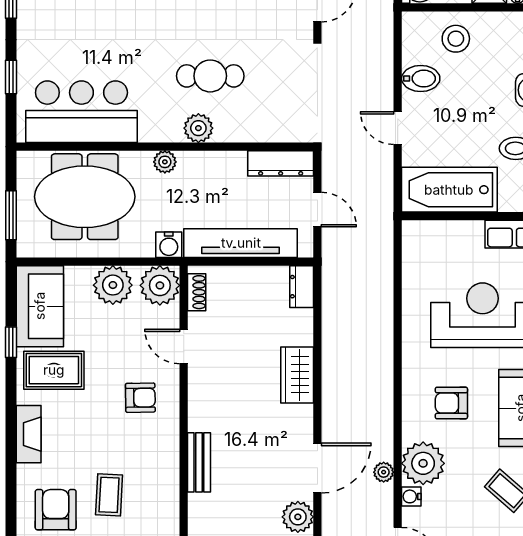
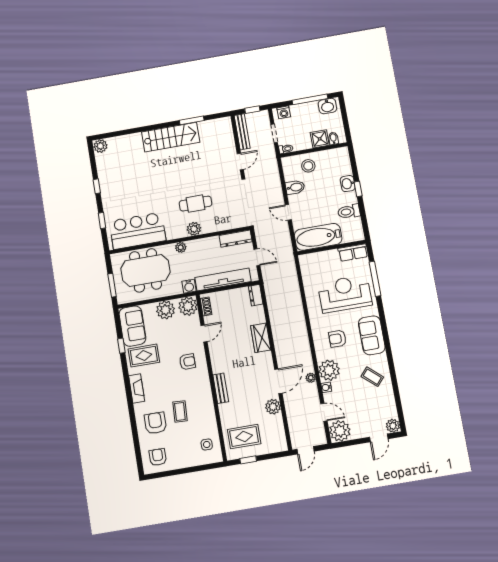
door: (184, 346) -> (204, 333), swing flipped

